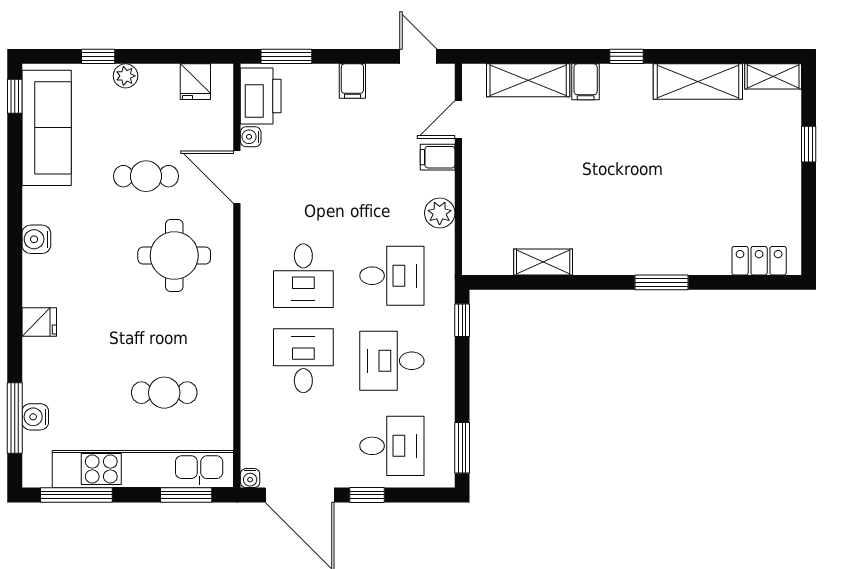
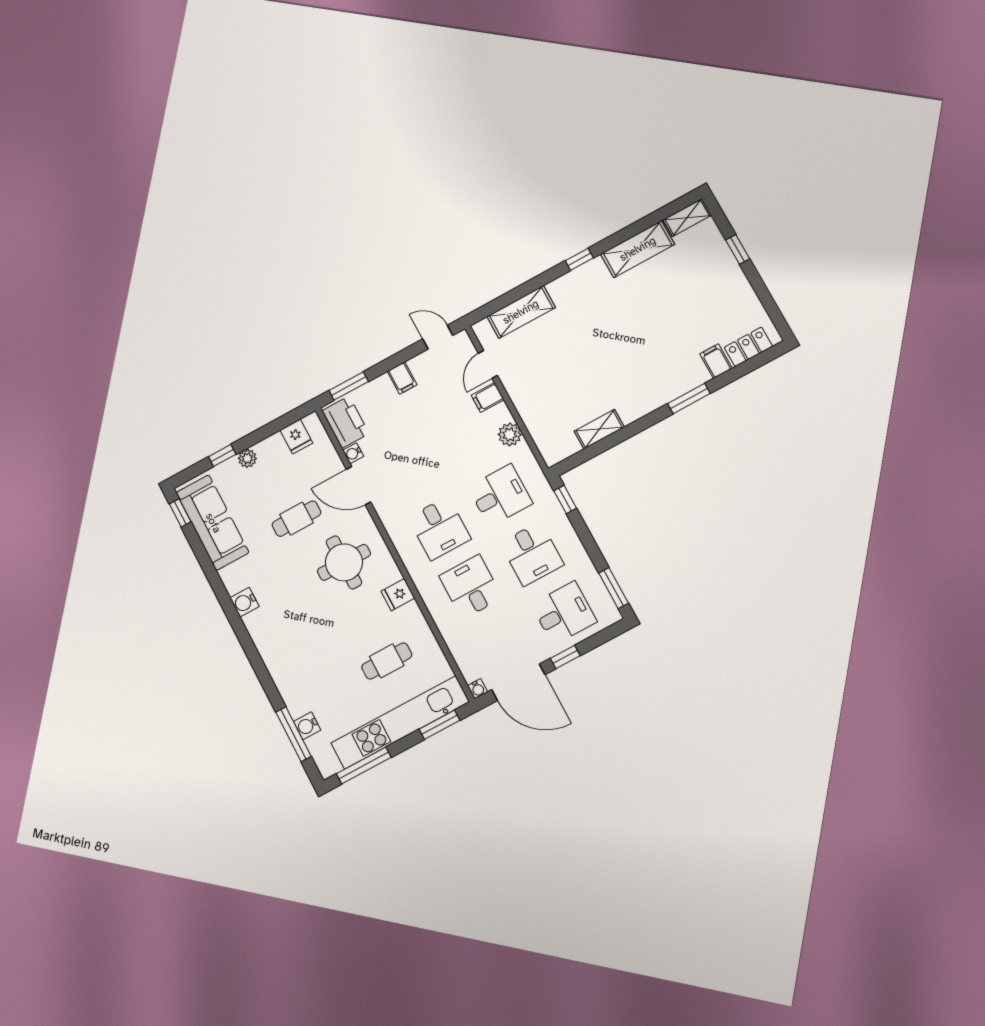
filing cabinet: (586, 82) -> (716, 361), moved, turned 180
fridge: (39, 322) -> (398, 595), moved, turned 180
desk: (392, 361) -> (532, 554), turned -90

